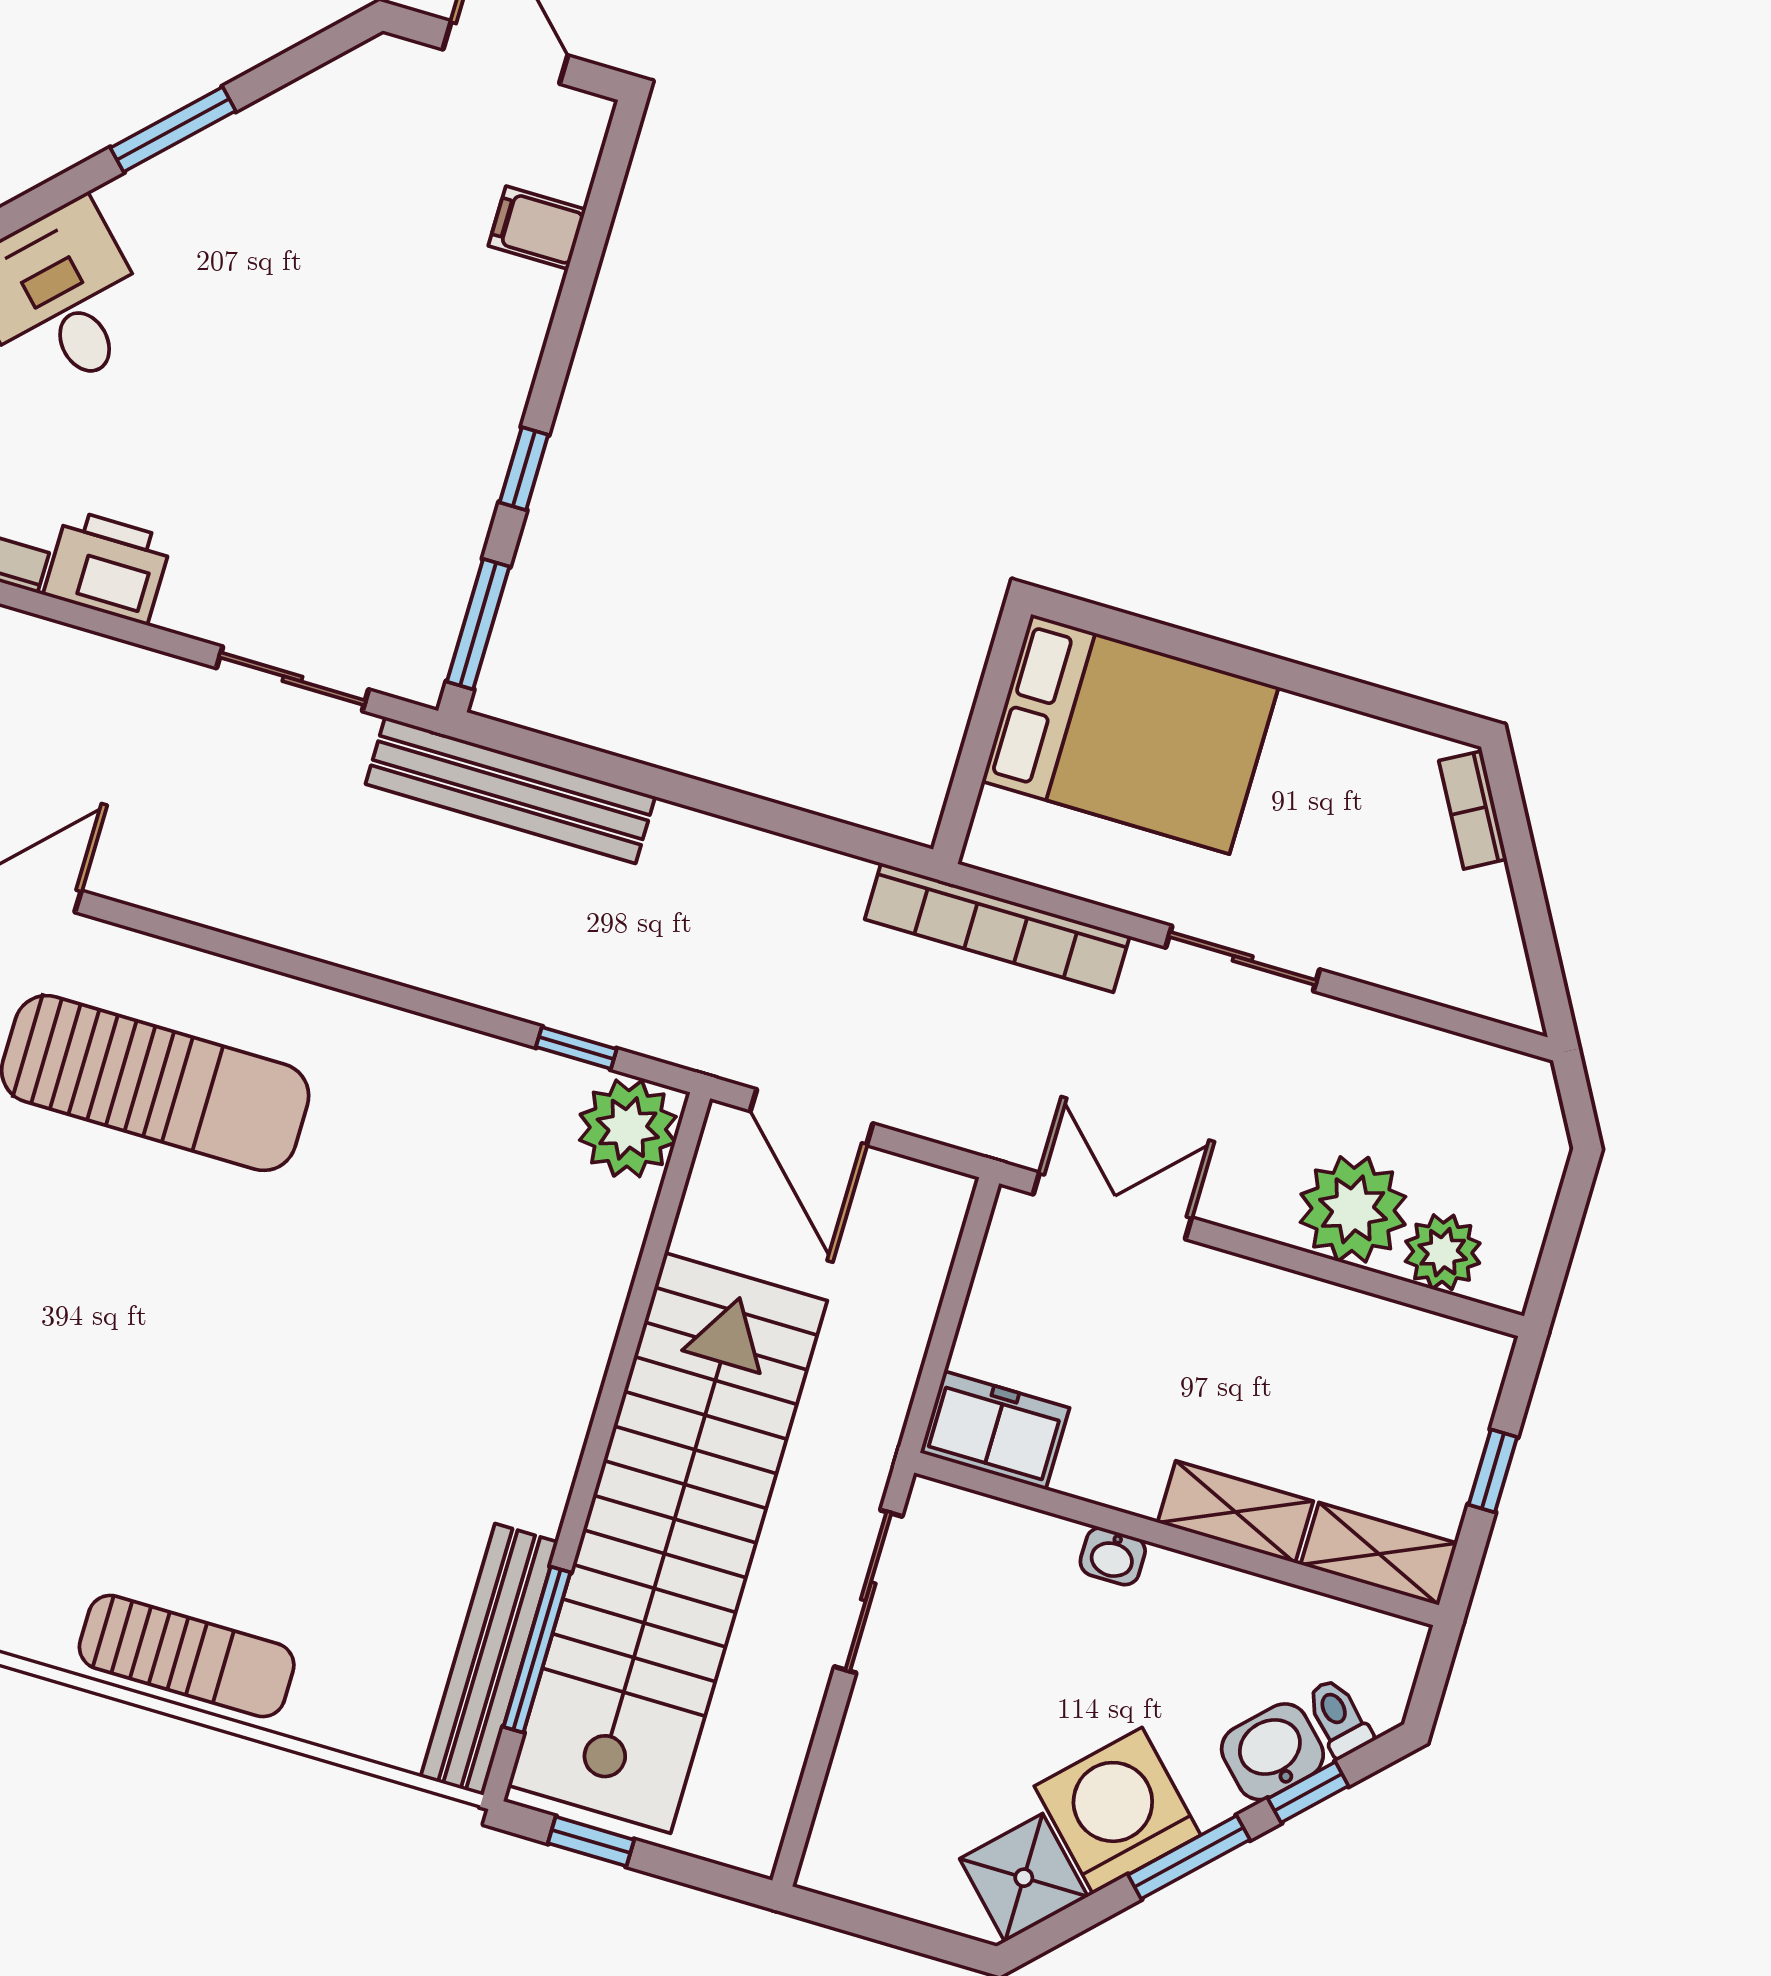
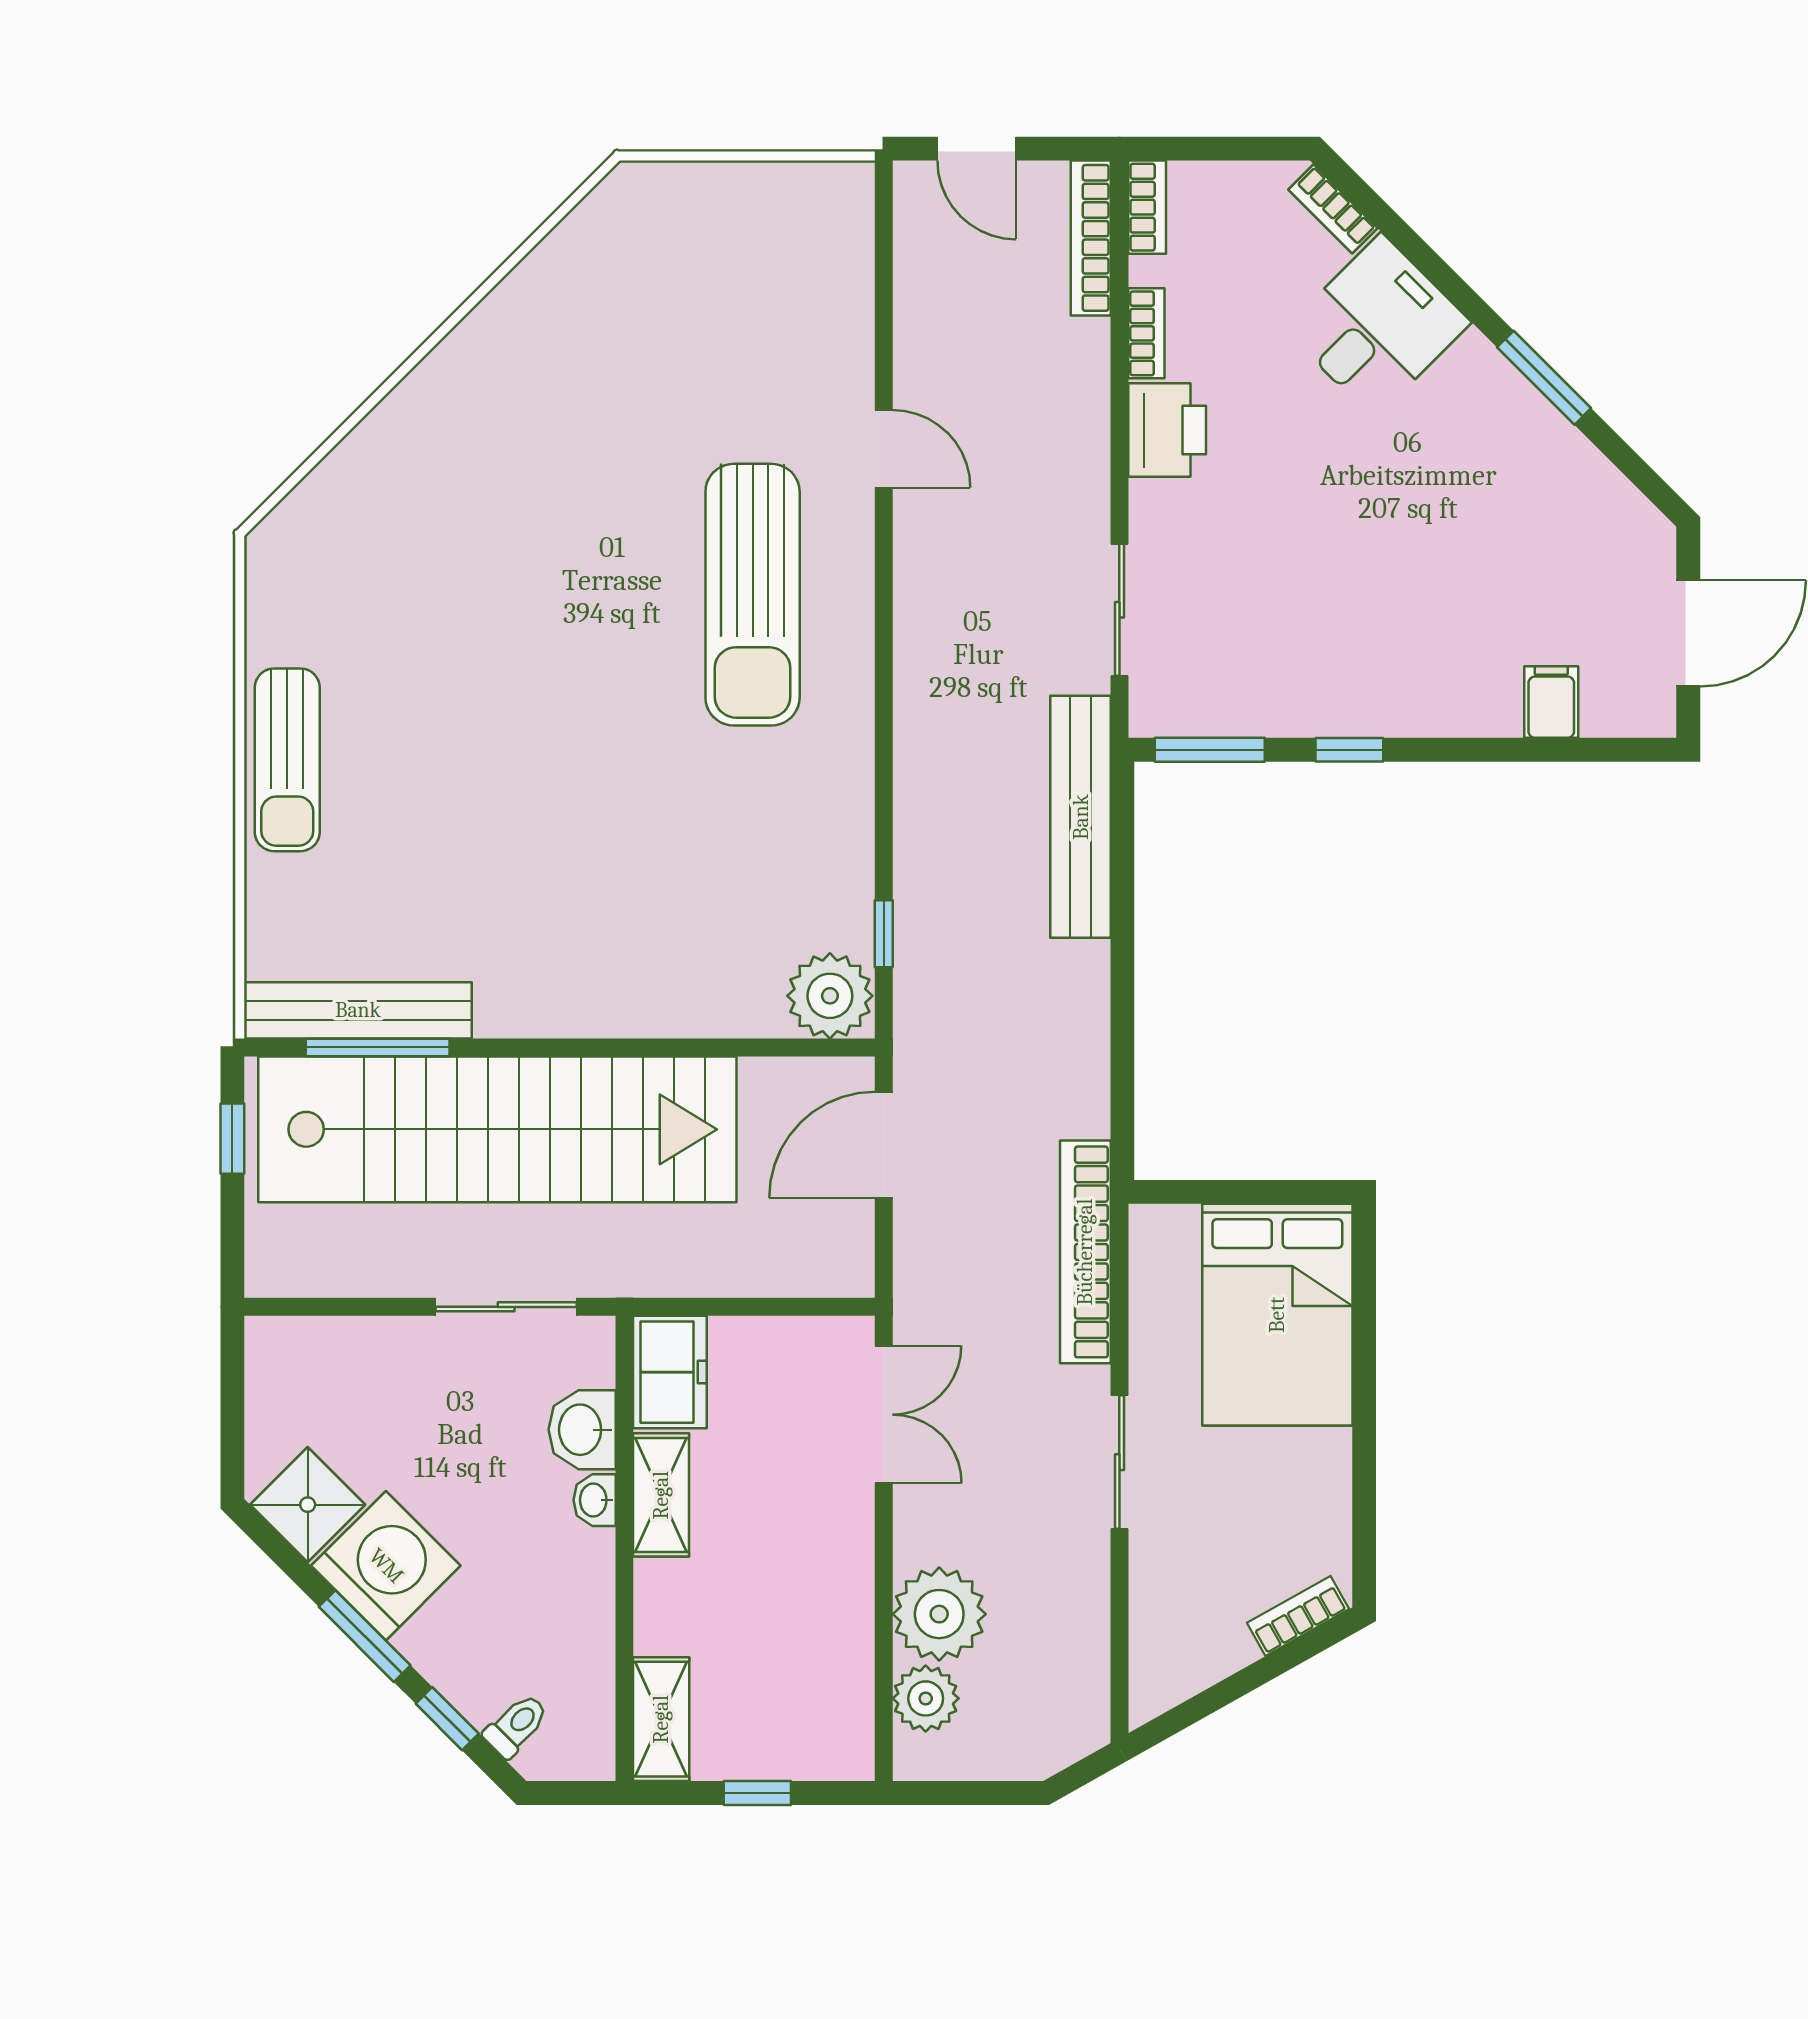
shelving: (1235, 1512) -> (661, 1495), moved
washbasin: (1272, 1752) -> (582, 1430), moved, turned -135

